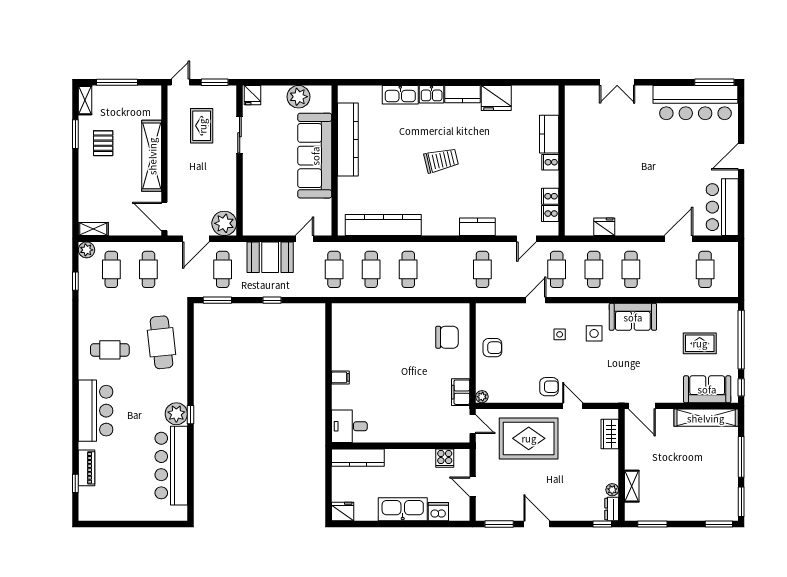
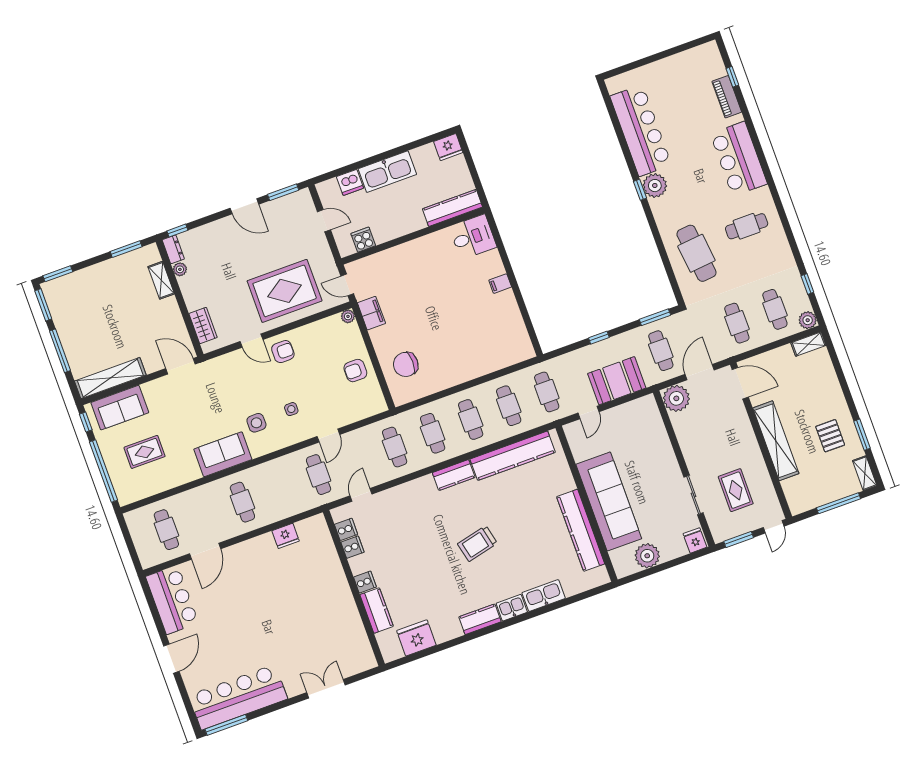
fridge: (496, 98) -> (416, 638), moved
kitchen counter: (477, 227) -> (454, 475), moved
cafe table: (594, 269) -> (433, 433), moved
armchair: (549, 387) -> (283, 352), turned 180

